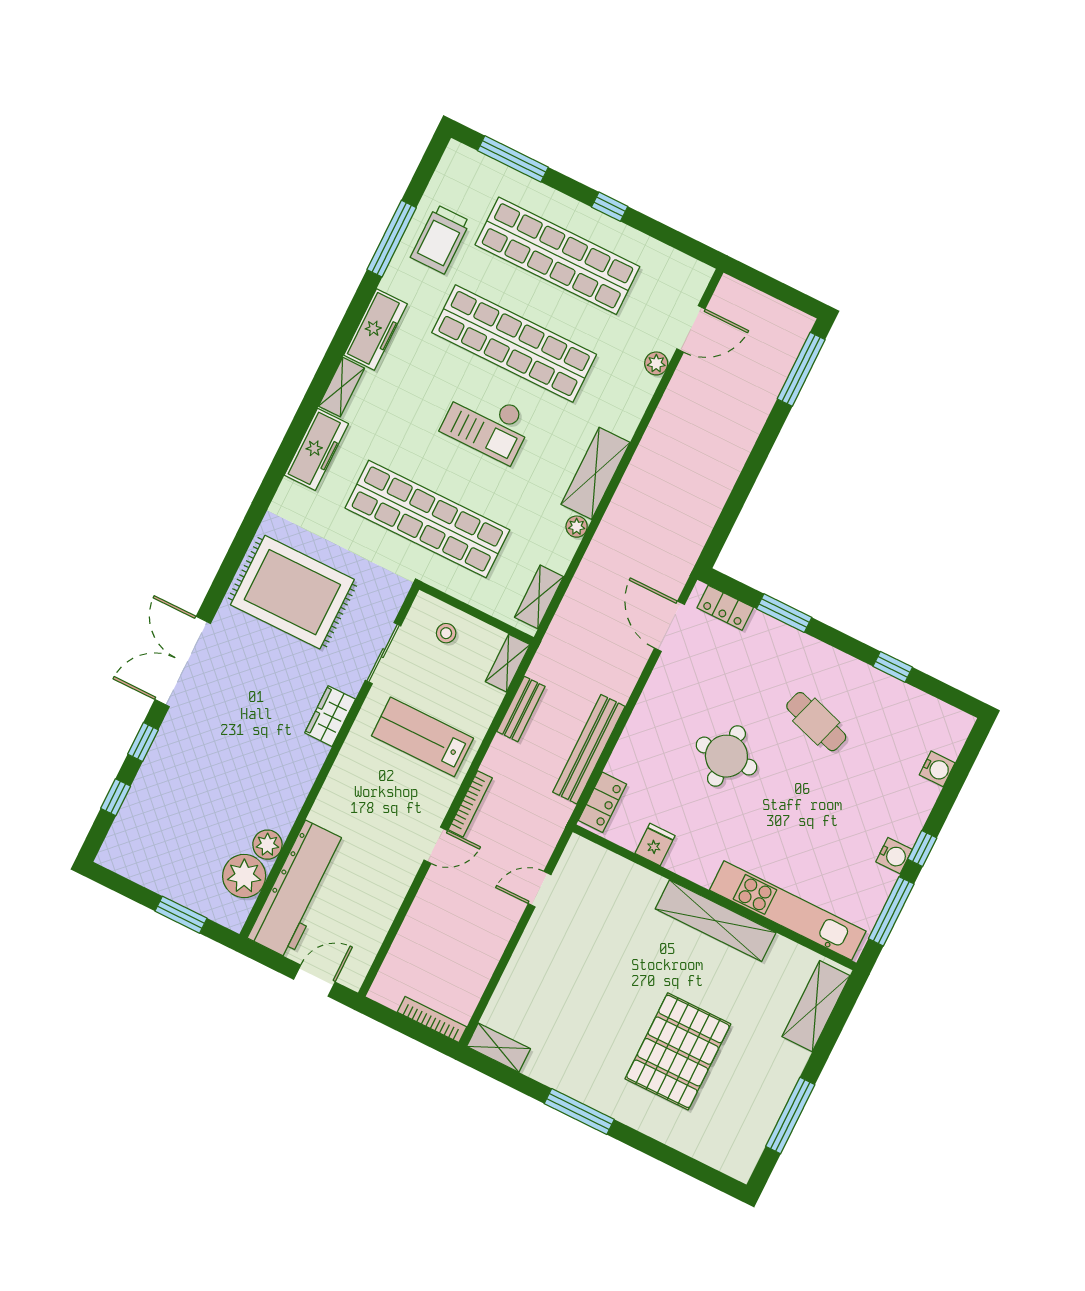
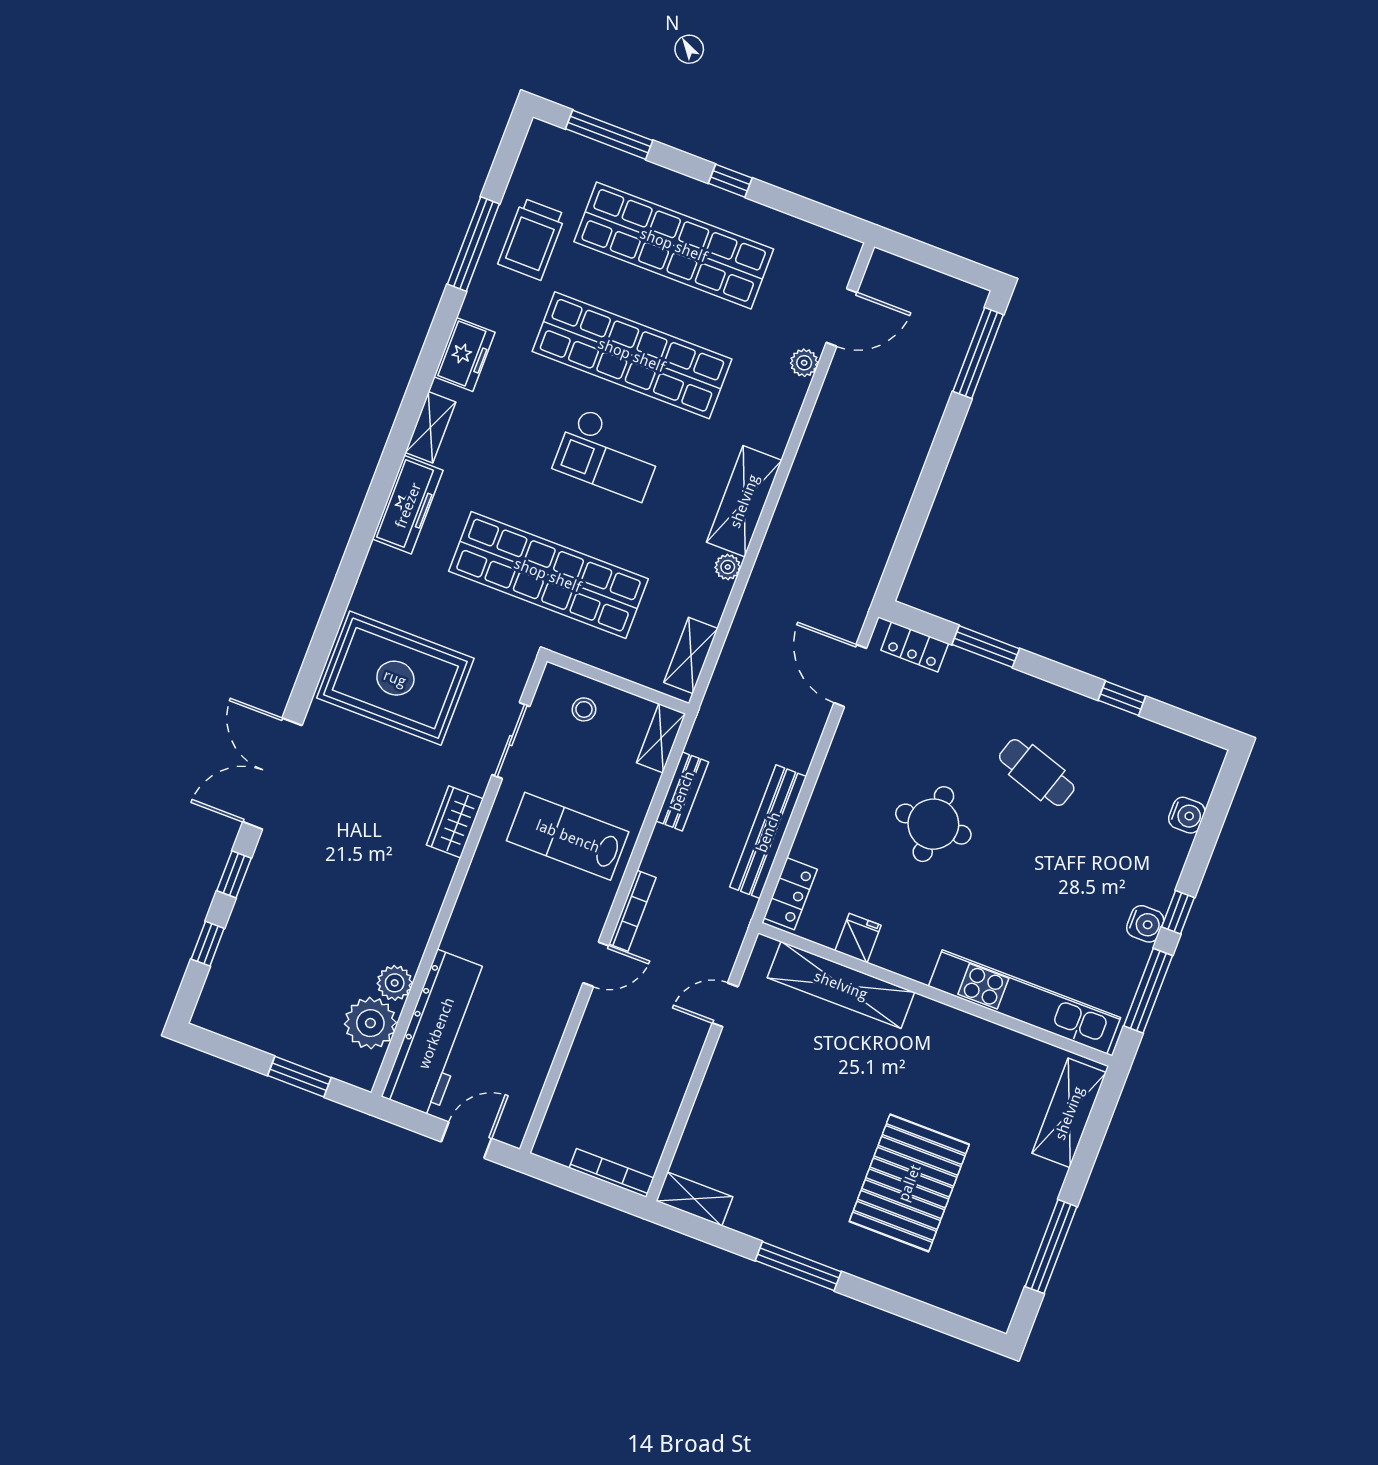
freezer: (375, 330) -> (465, 354), width x0.71
shelving: (716, 921) -> (841, 985), moved

